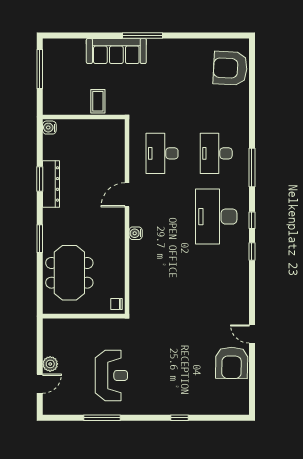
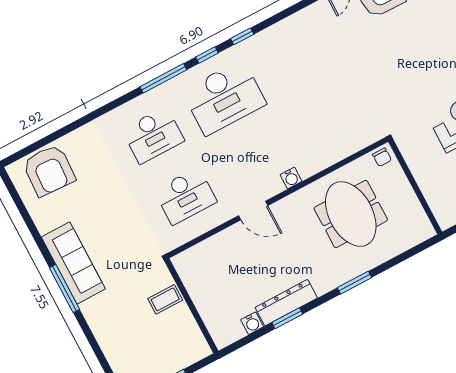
sofa: (116, 51) -> (73, 263), moved
water cooler: (49, 128) -> (252, 323), moved
window: (252, 167) -> (163, 78), moved
meeting table: (69, 273) -> (351, 214), moved, turned 90

